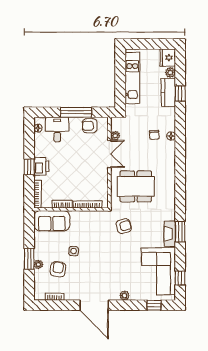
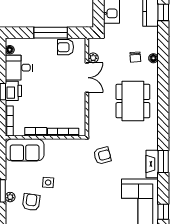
desk: (57, 130) -> (19, 68), moved, turned -90
dining table: (136, 186) -> (133, 101), moved, turned 90

